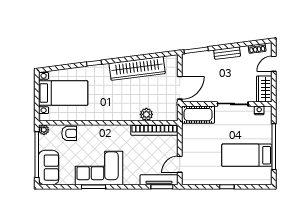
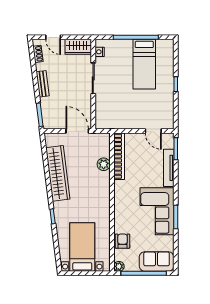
cot: (198, 115) -> (104, 113), removed
tv unit: (159, 180) -> (169, 168), moved

